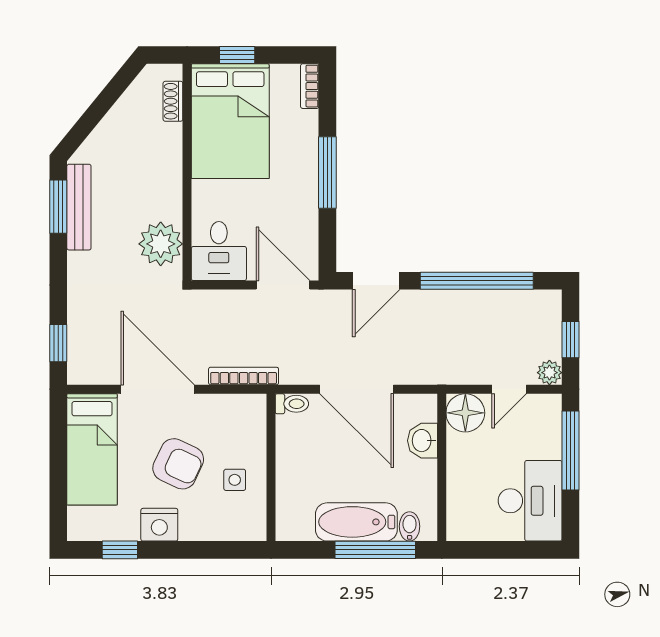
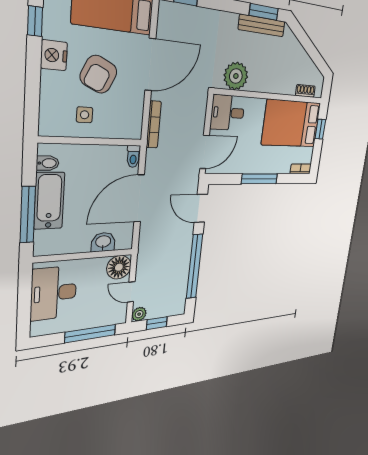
desk: (530, 501) -> (54, 293), moved, turned 90
bidet: (410, 526) -> (48, 163), moved

